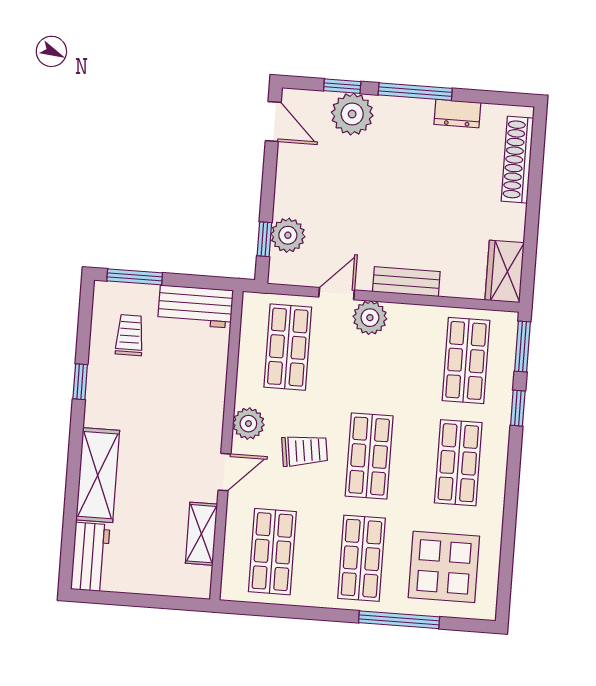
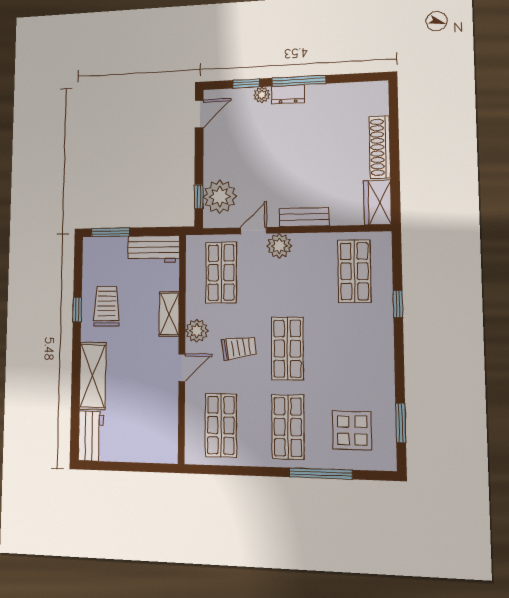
dresser: (457, 113) -> (288, 94), moved
plant: (352, 114) -> (262, 95), width x0.53, depth x0.53
door: (273, 122) -> (199, 114), hinge flipped
shoe rack: (517, 160) -> (380, 147), moved
plant: (288, 235) -> (220, 197), width x1.36, depth x1.36
trolley: (130, 335) -> (107, 306), moved, width x1.36, depth x1.39
window: (522, 347) -> (401, 423), moved
shop shelf: (458, 463) -> (356, 349), removed
shelving: (201, 534) -> (169, 314), moved
display table: (444, 567) -> (352, 430), width x0.73, depth x0.73

